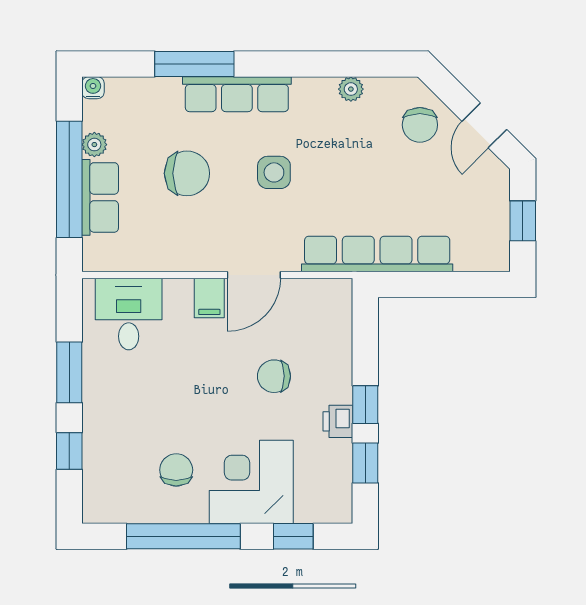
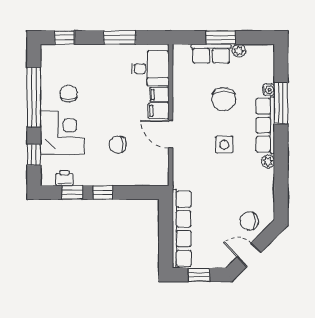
water cooler: (93, 88) -> (269, 90), moved
plant: (351, 89) -> (268, 161), moved
window: (69, 179) -> (221, 38), width x0.47
row of seats: (377, 254) -> (182, 229), moved
filing cabinet: (178, 296) -> (159, 95), added
chair: (274, 376) -> (118, 145), turned -95
printer: (338, 421) -> (64, 178), moved
window: (69, 451) -> (65, 38), moved
chair: (176, 470) -> (69, 93), turned -90

